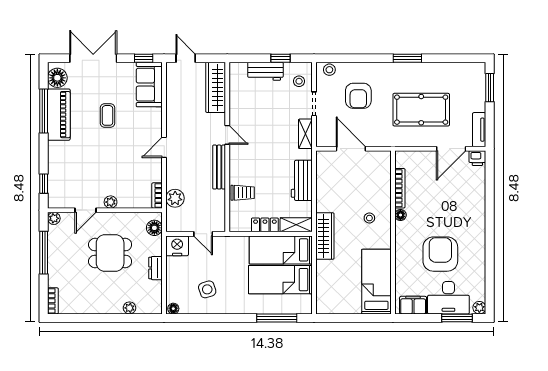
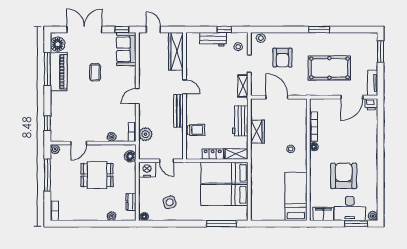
plant: (111, 202) -> (112, 137), moved
wardrobe: (325, 236) -> (257, 132), moved, width x0.67
dresser: (156, 268) -> (131, 202), moved

